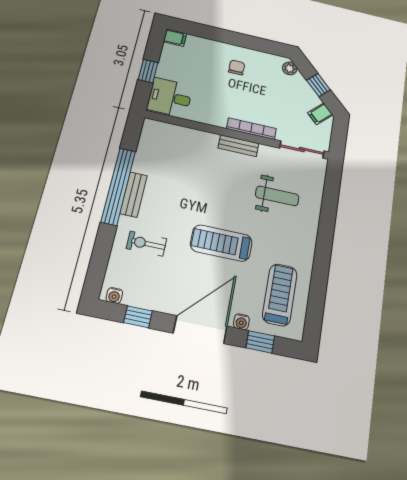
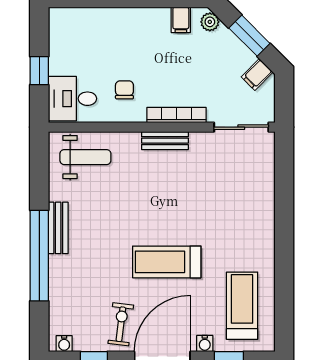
filing cabinet: (175, 38) -> (181, 20), moved, turned 90
chair: (237, 68) -> (124, 90), moved
window: (318, 85) -> (249, 36), width x1.50
window: (118, 186) -> (39, 256), moved
weight bench: (277, 196) -> (85, 157), moved
exercise bike: (146, 244) -> (121, 324), moved, turned 97

